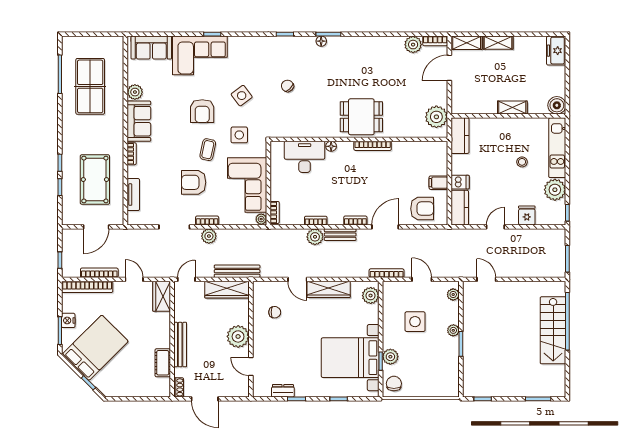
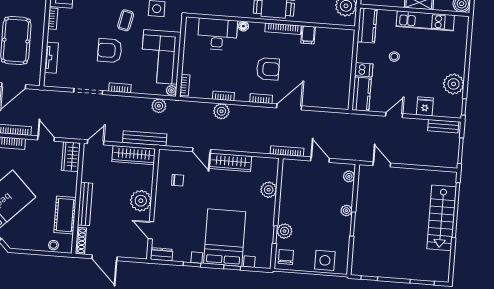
kitchen unit: (557, 148) -> (425, 21), moved, turned -90
stool: (522, 162) -> (394, 57), moved
filing cabinet: (438, 183) -> (308, 35), moved, turned -90
armchair: (422, 209) -> (268, 69), moved
bench: (340, 235) -> (443, 126), moved
plant: (209, 236) -> (159, 106), moved
plant: (371, 296) -> (269, 190), moved
side table: (415, 322) -> (325, 260), moved
bed with nightstands: (350, 358) -> (225, 238), moved, turned 90
cot: (163, 363) -> (65, 215), width x1.37, depth x1.34
shoe rack: (179, 387) -> (81, 241), width x1.43
stool: (151, 390) -> (53, 245), added
dresser: (283, 391) -> (161, 254), moved

